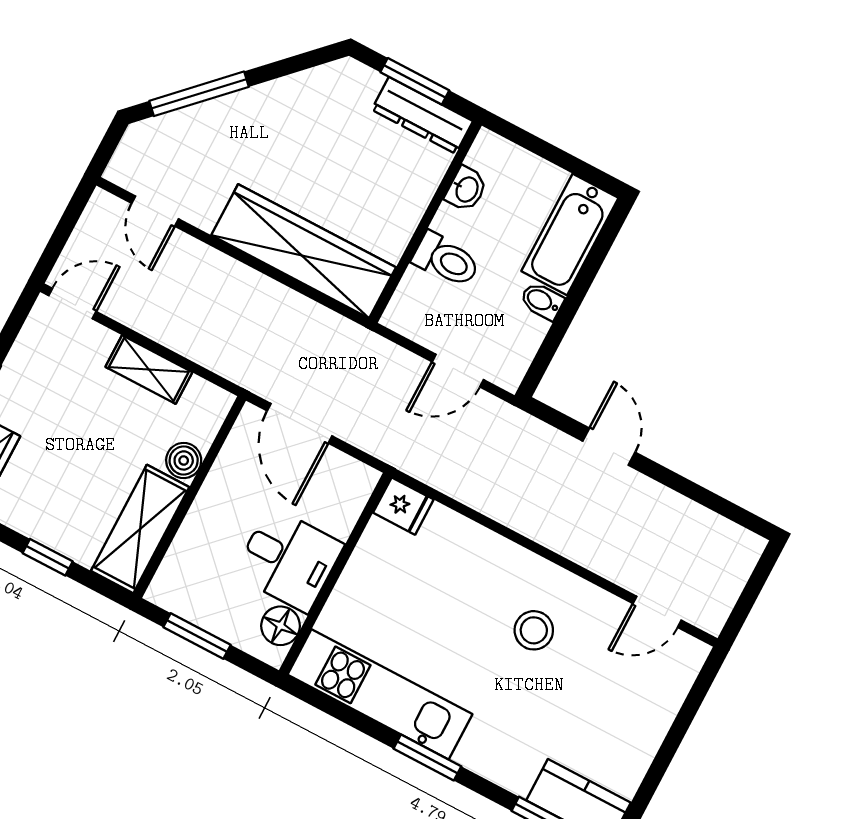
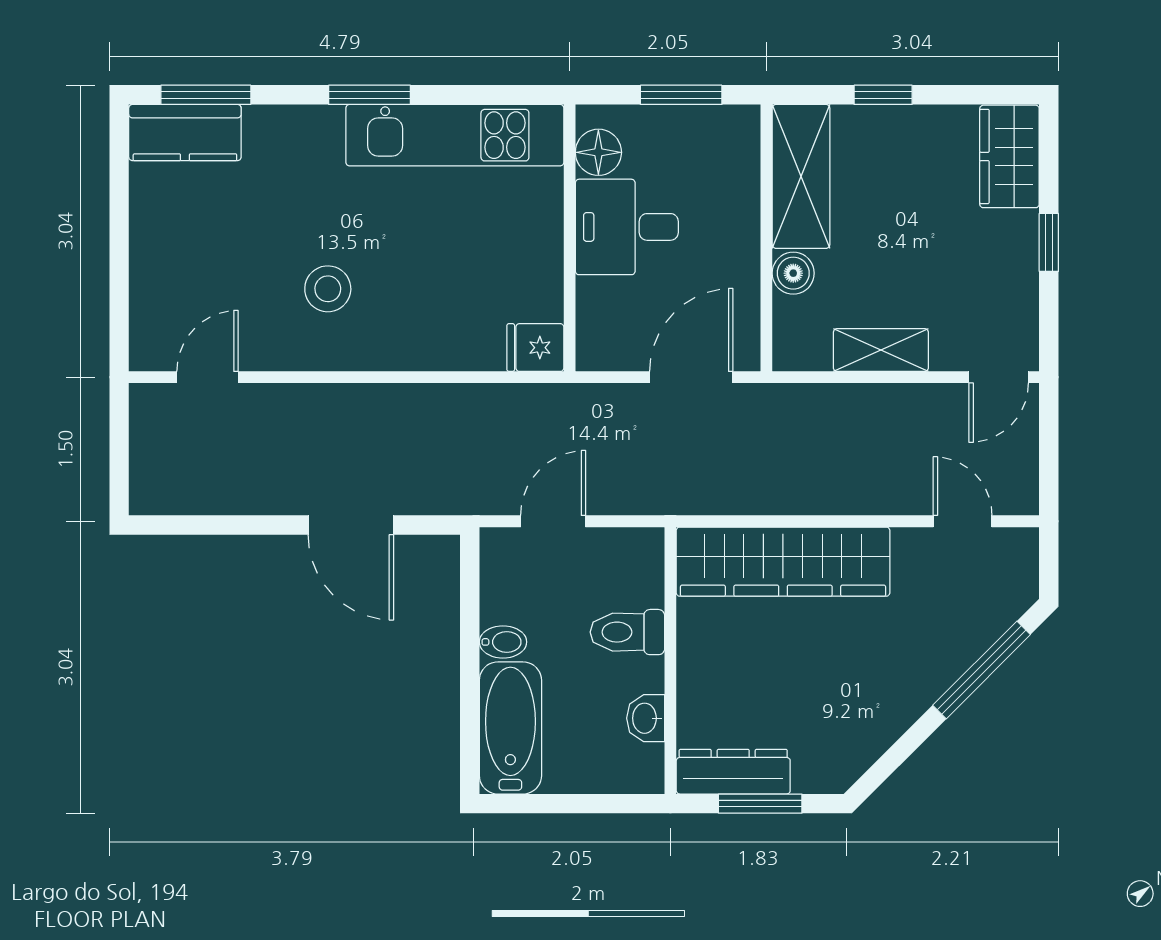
door: (300, 423) -> (691, 377), hinge flipped
door: (609, 447) -> (351, 525), width x1.38

